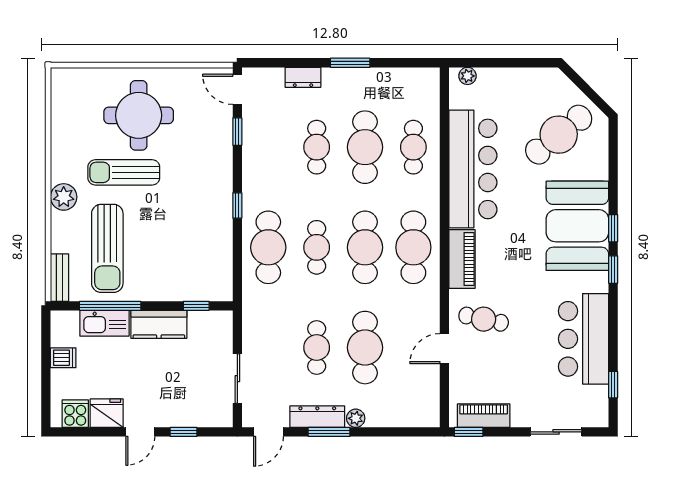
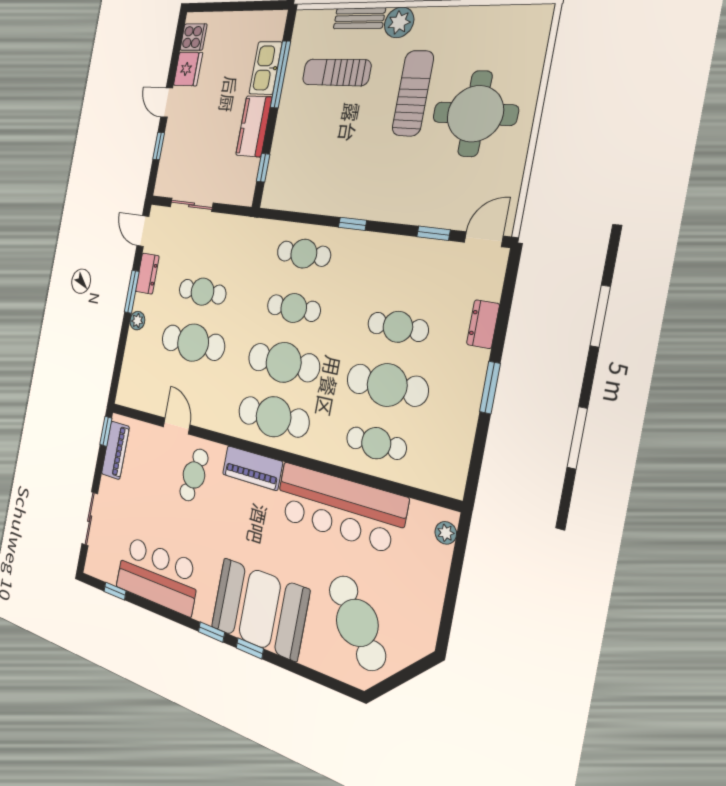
cafe table: (268, 247) -> (304, 254), width x0.73, depth x0.74
sun lounger: (107, 248) -> (336, 72), width x0.73, depth x0.75
bench: (60, 278) -> (359, 18), moved
dishwasher: (63, 358) -> (243, 24), removed
dresser: (317, 417) -> (147, 274), width x0.70

